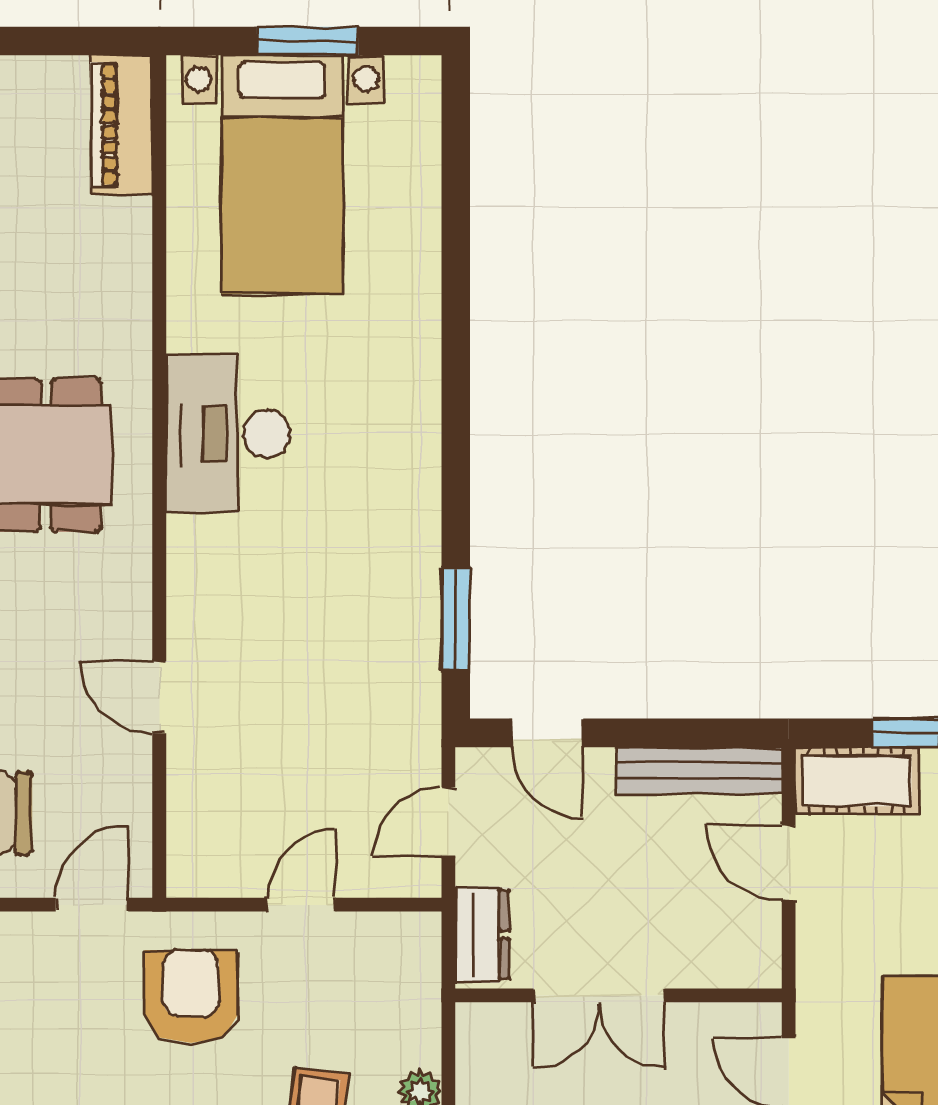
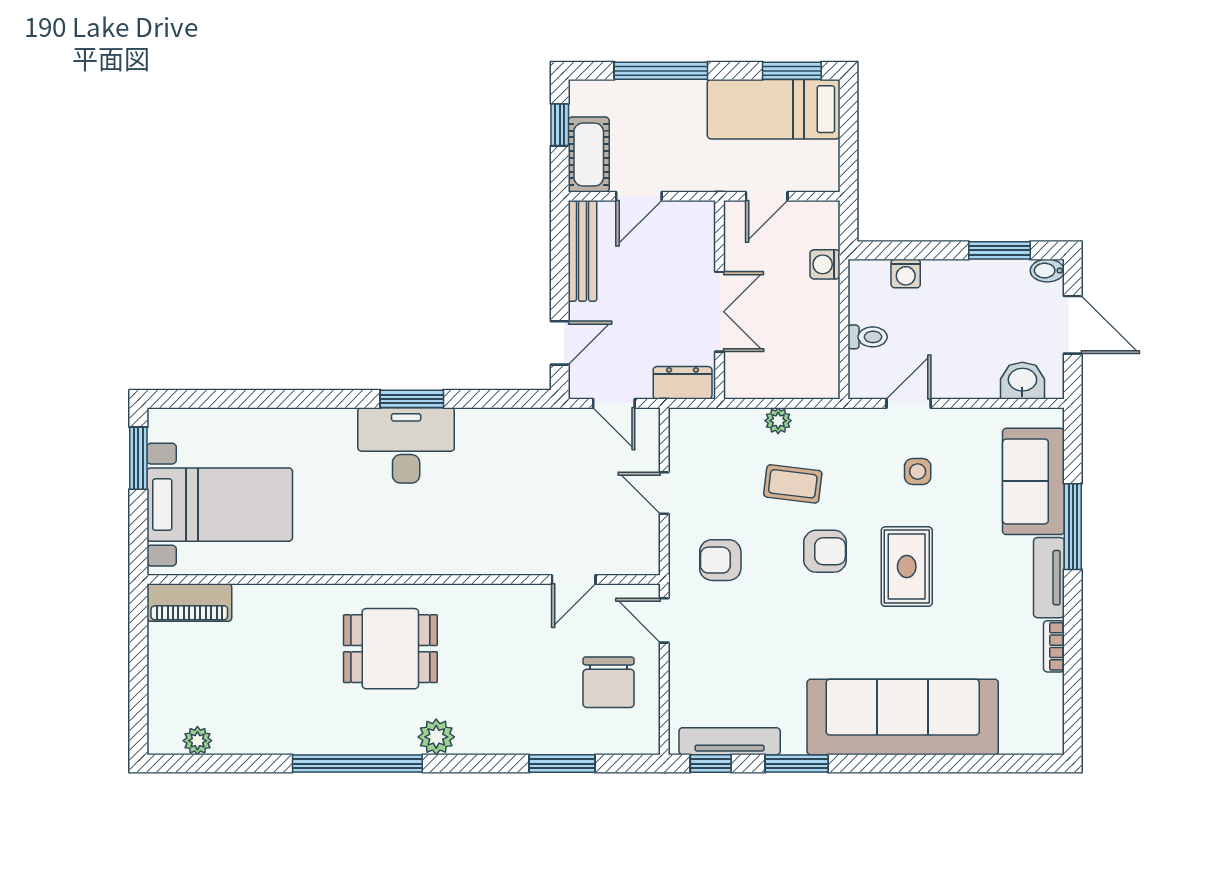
window: (307, 41) -> (138, 458), moved
desk: (228, 434) -> (406, 445), moved, turned 180
window: (456, 619) -> (412, 399), moved
door: (159, 697) -> (574, 579), moved
armchair: (191, 997) -> (720, 560), width x0.72, depth x0.72

